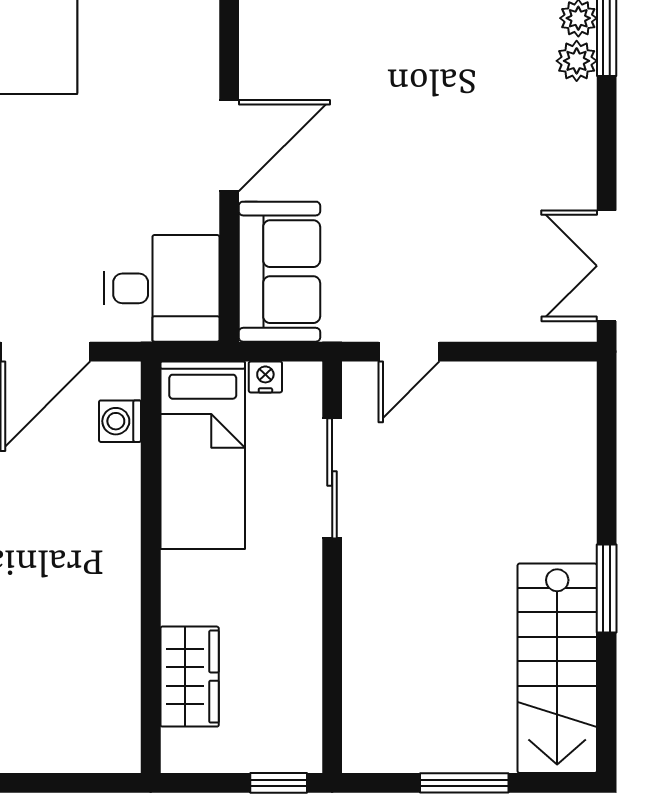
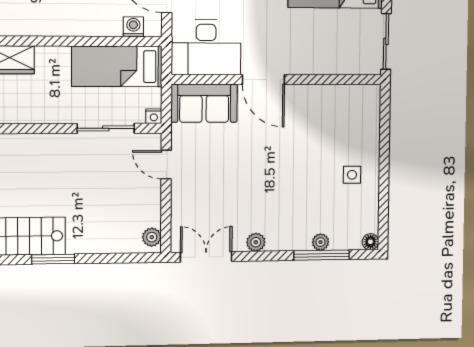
plant: (577, 61) -> (256, 242), moved
desk: (162, 288) -> (206, 47), width x1.37
nightstand: (265, 377) -> (154, 116), moved, turned 90
plant: (563, 382) -> (152, 237), added

